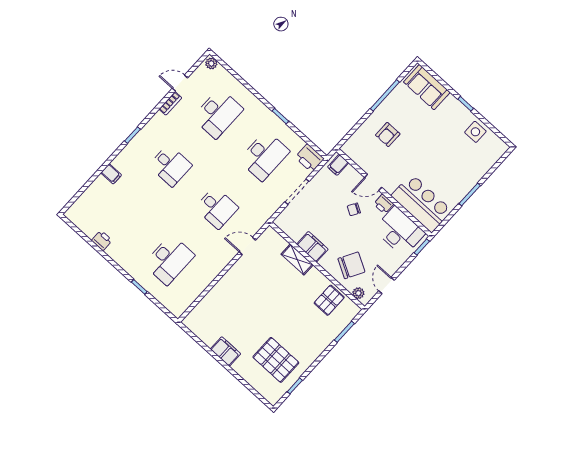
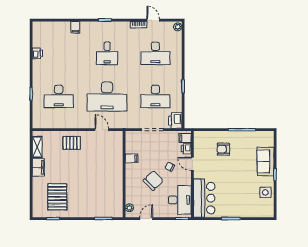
sofa: (427, 87) -> (265, 162), moved
printer: (384, 204) -> (186, 149), moved
desk: (217, 208) -> (107, 96), width x1.87, depth x1.30
filing cabinet: (312, 247) -> (132, 158), width x0.50
shelving: (297, 259) -> (37, 147), moved
chair: (351, 265) -> (153, 181), moved, turned -74
pallet: (329, 300) -> (72, 143), moved

